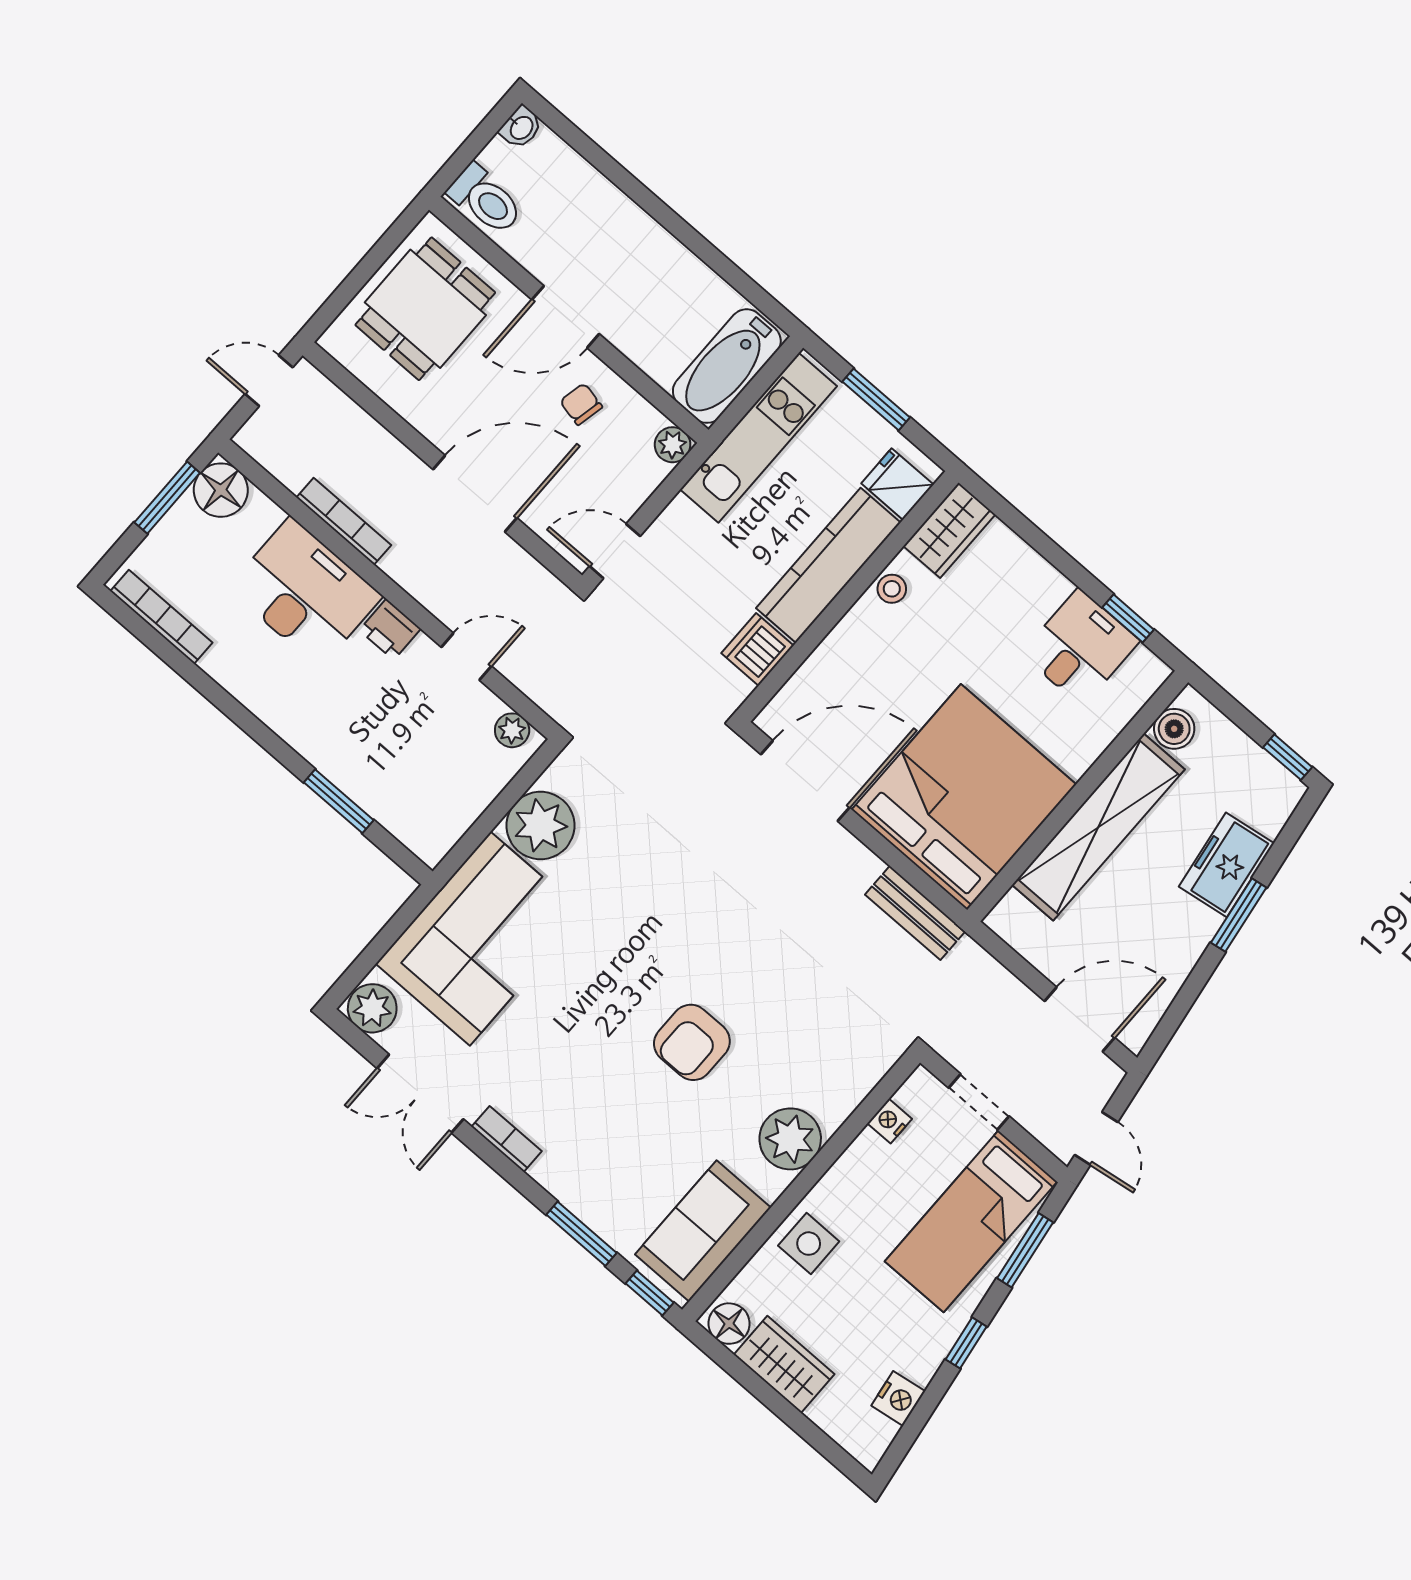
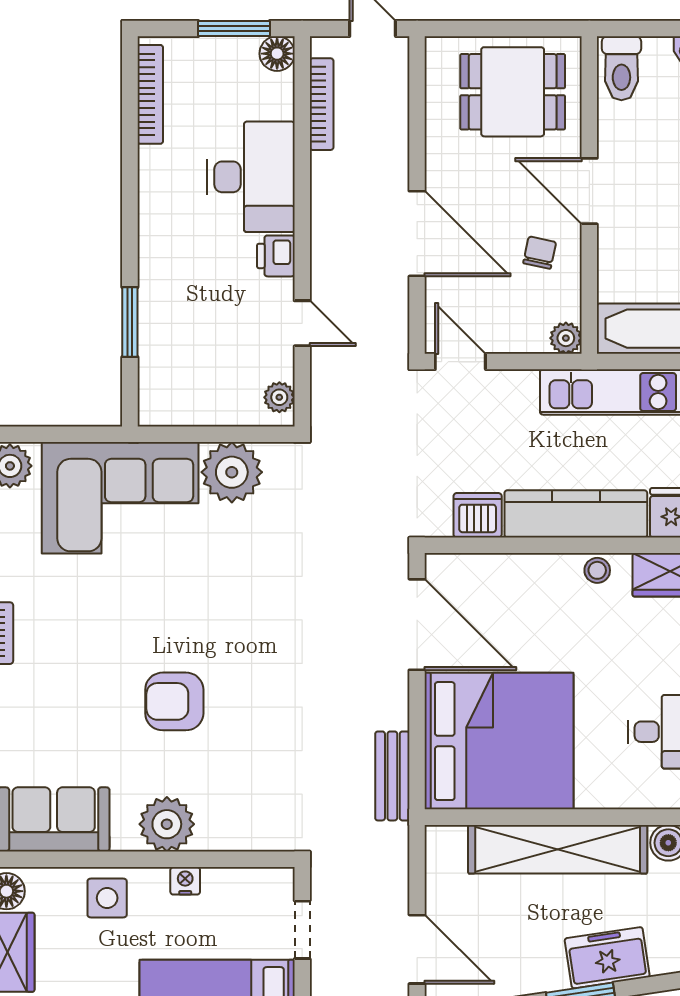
floor lamp: (221, 490) -> (277, 54), width x0.73, depth x0.73
bookcase: (344, 521) -> (322, 104), moved
nightstand: (890, 1121) -> (185, 881), moved

